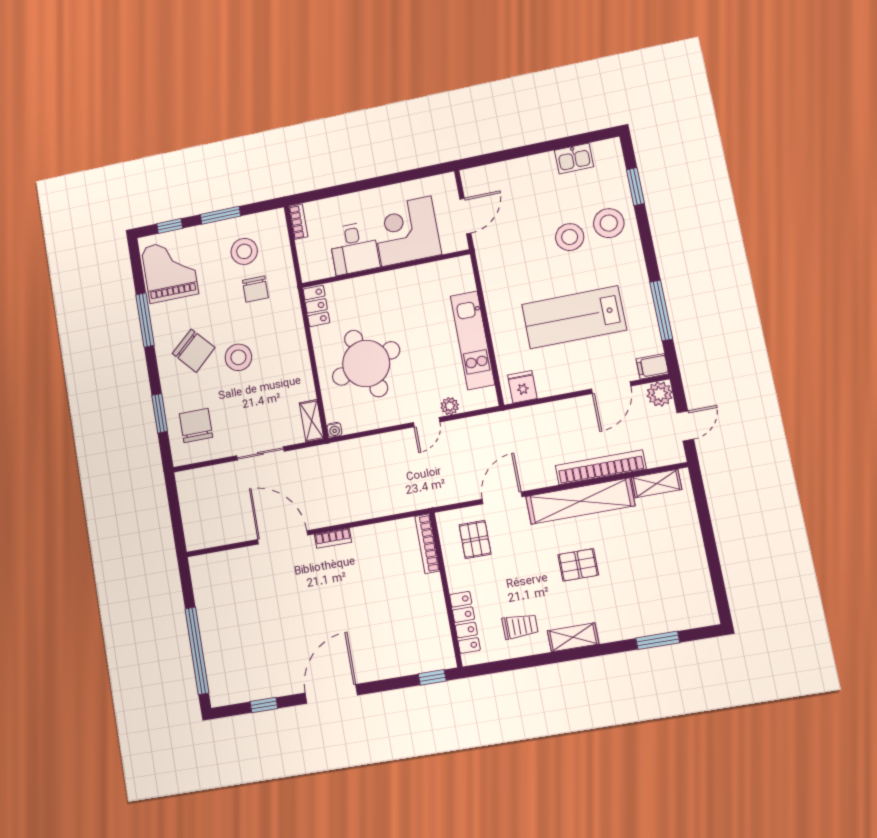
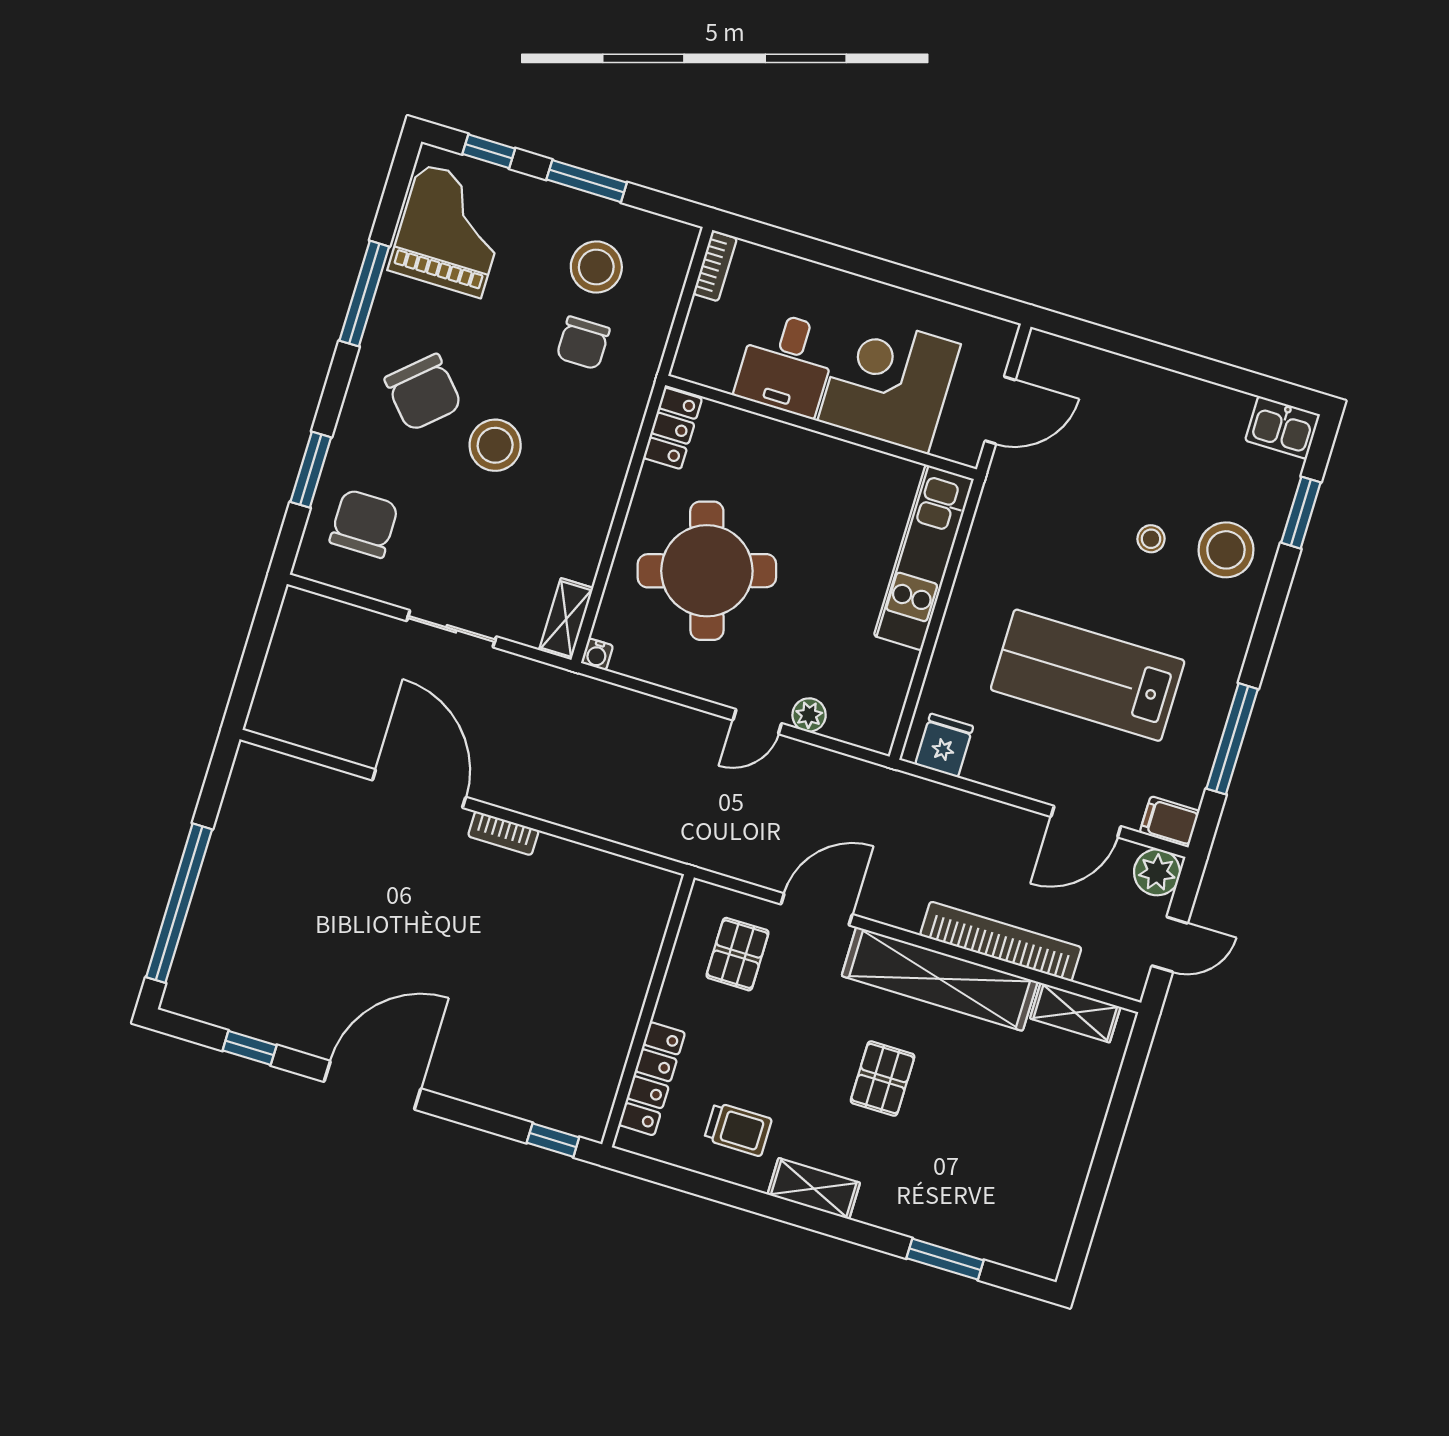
kitchen sink: (574, 158) -> (1282, 427), moved
stool: (570, 237) -> (1151, 539), width x0.53, depth x0.53
kitchen unit: (472, 340) -> (924, 557), moved
bookcase: (427, 544) -> (656, 921), removed
pallet: (578, 565) -> (883, 1079), turned 90

